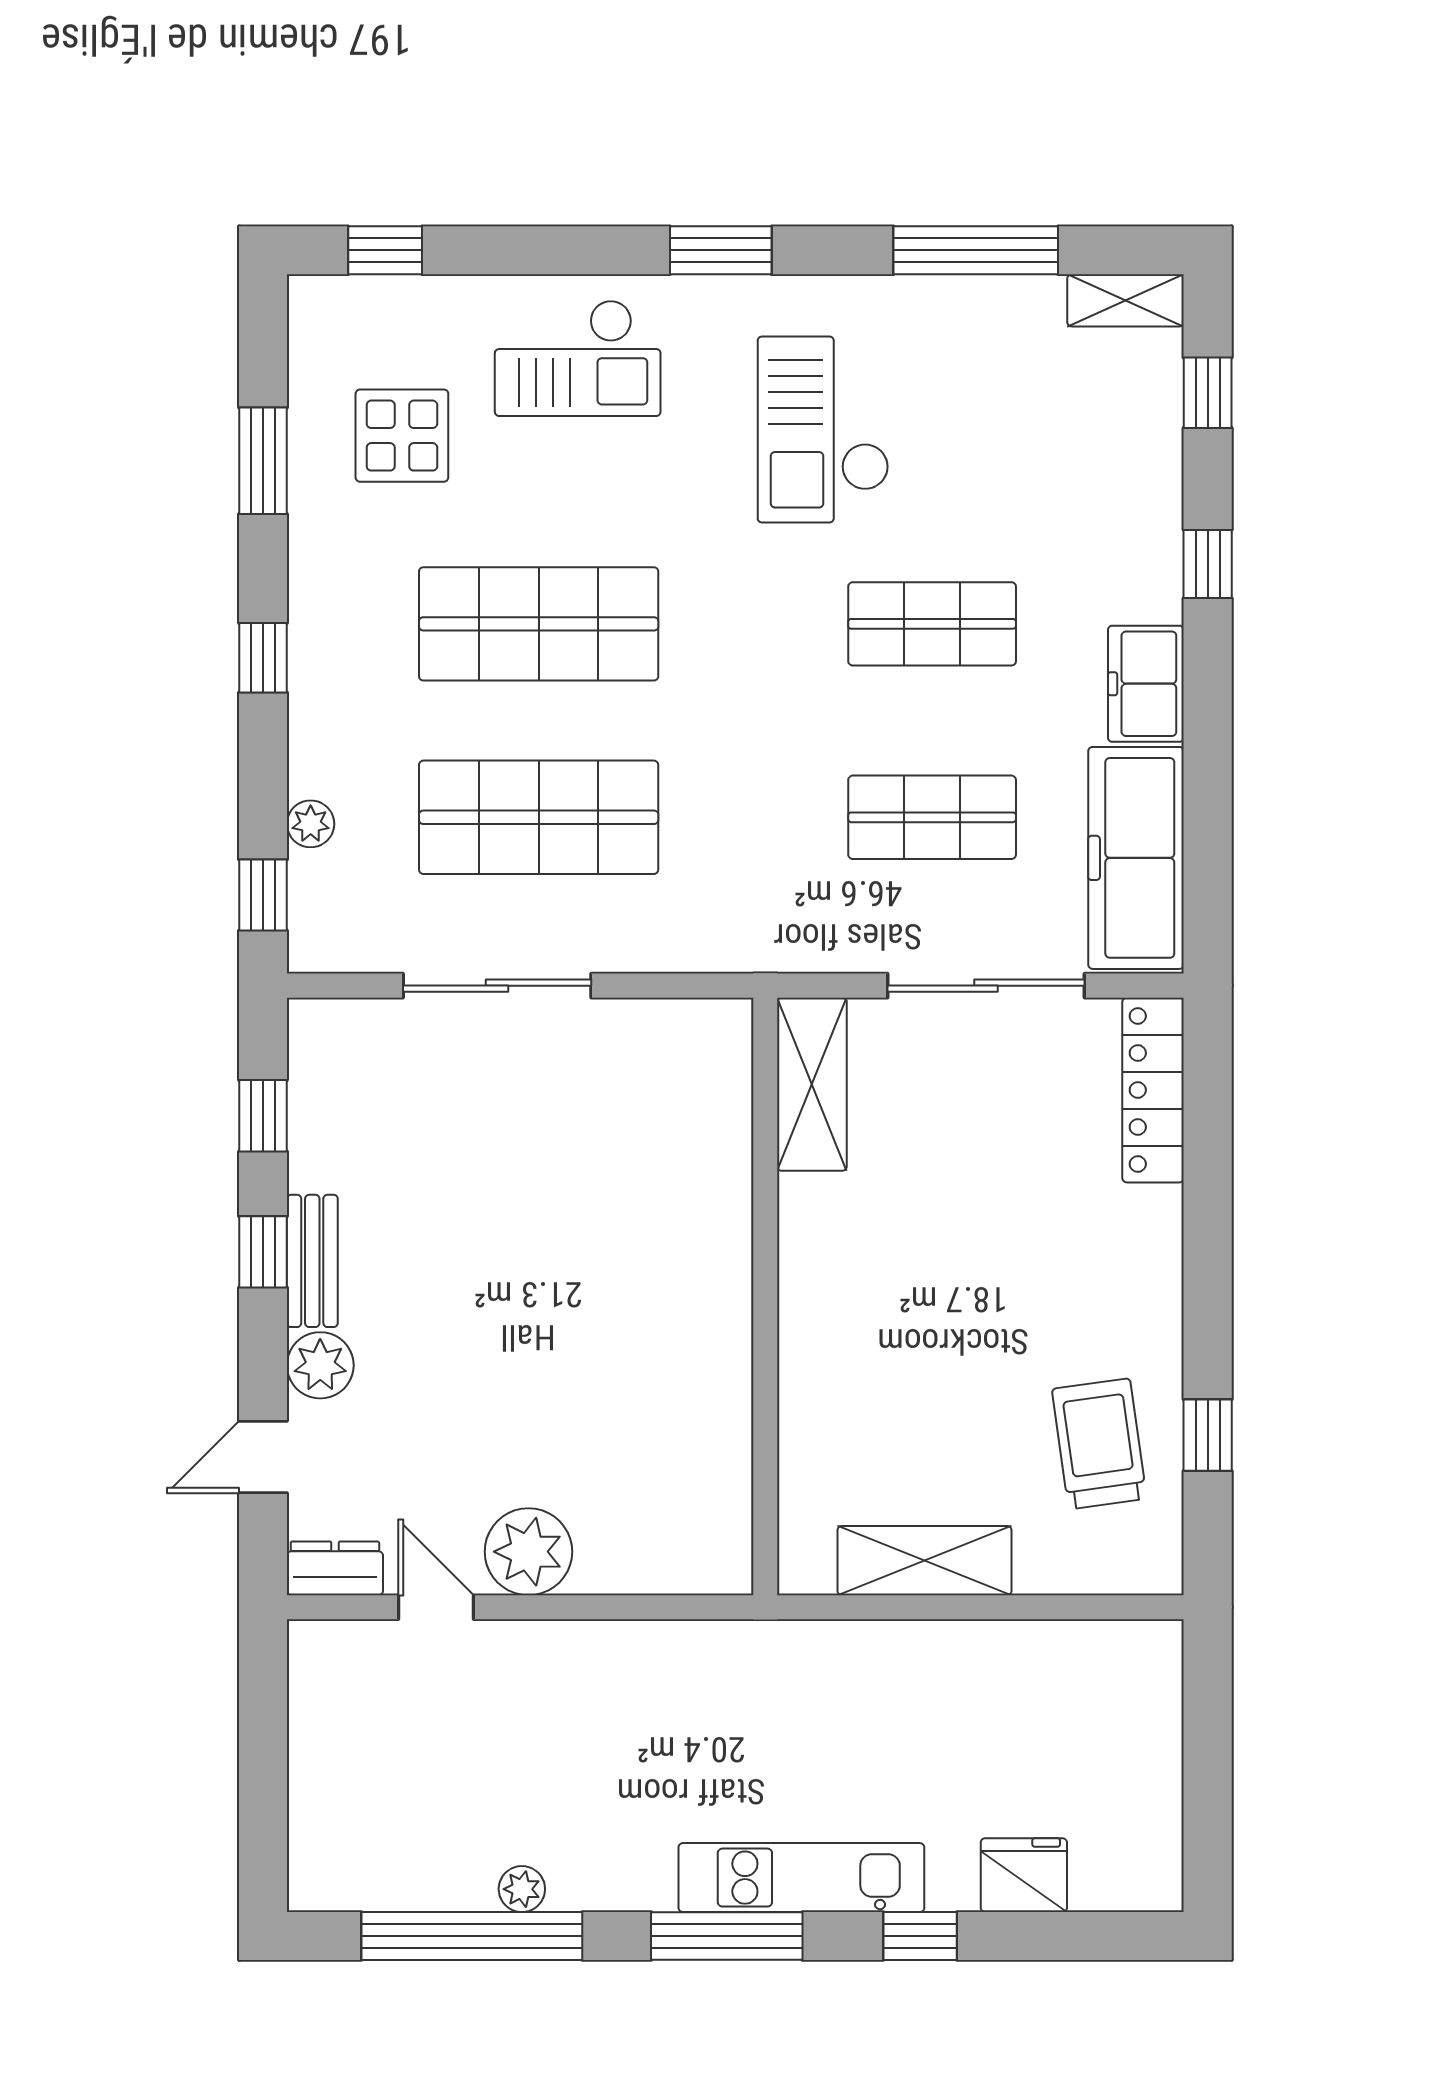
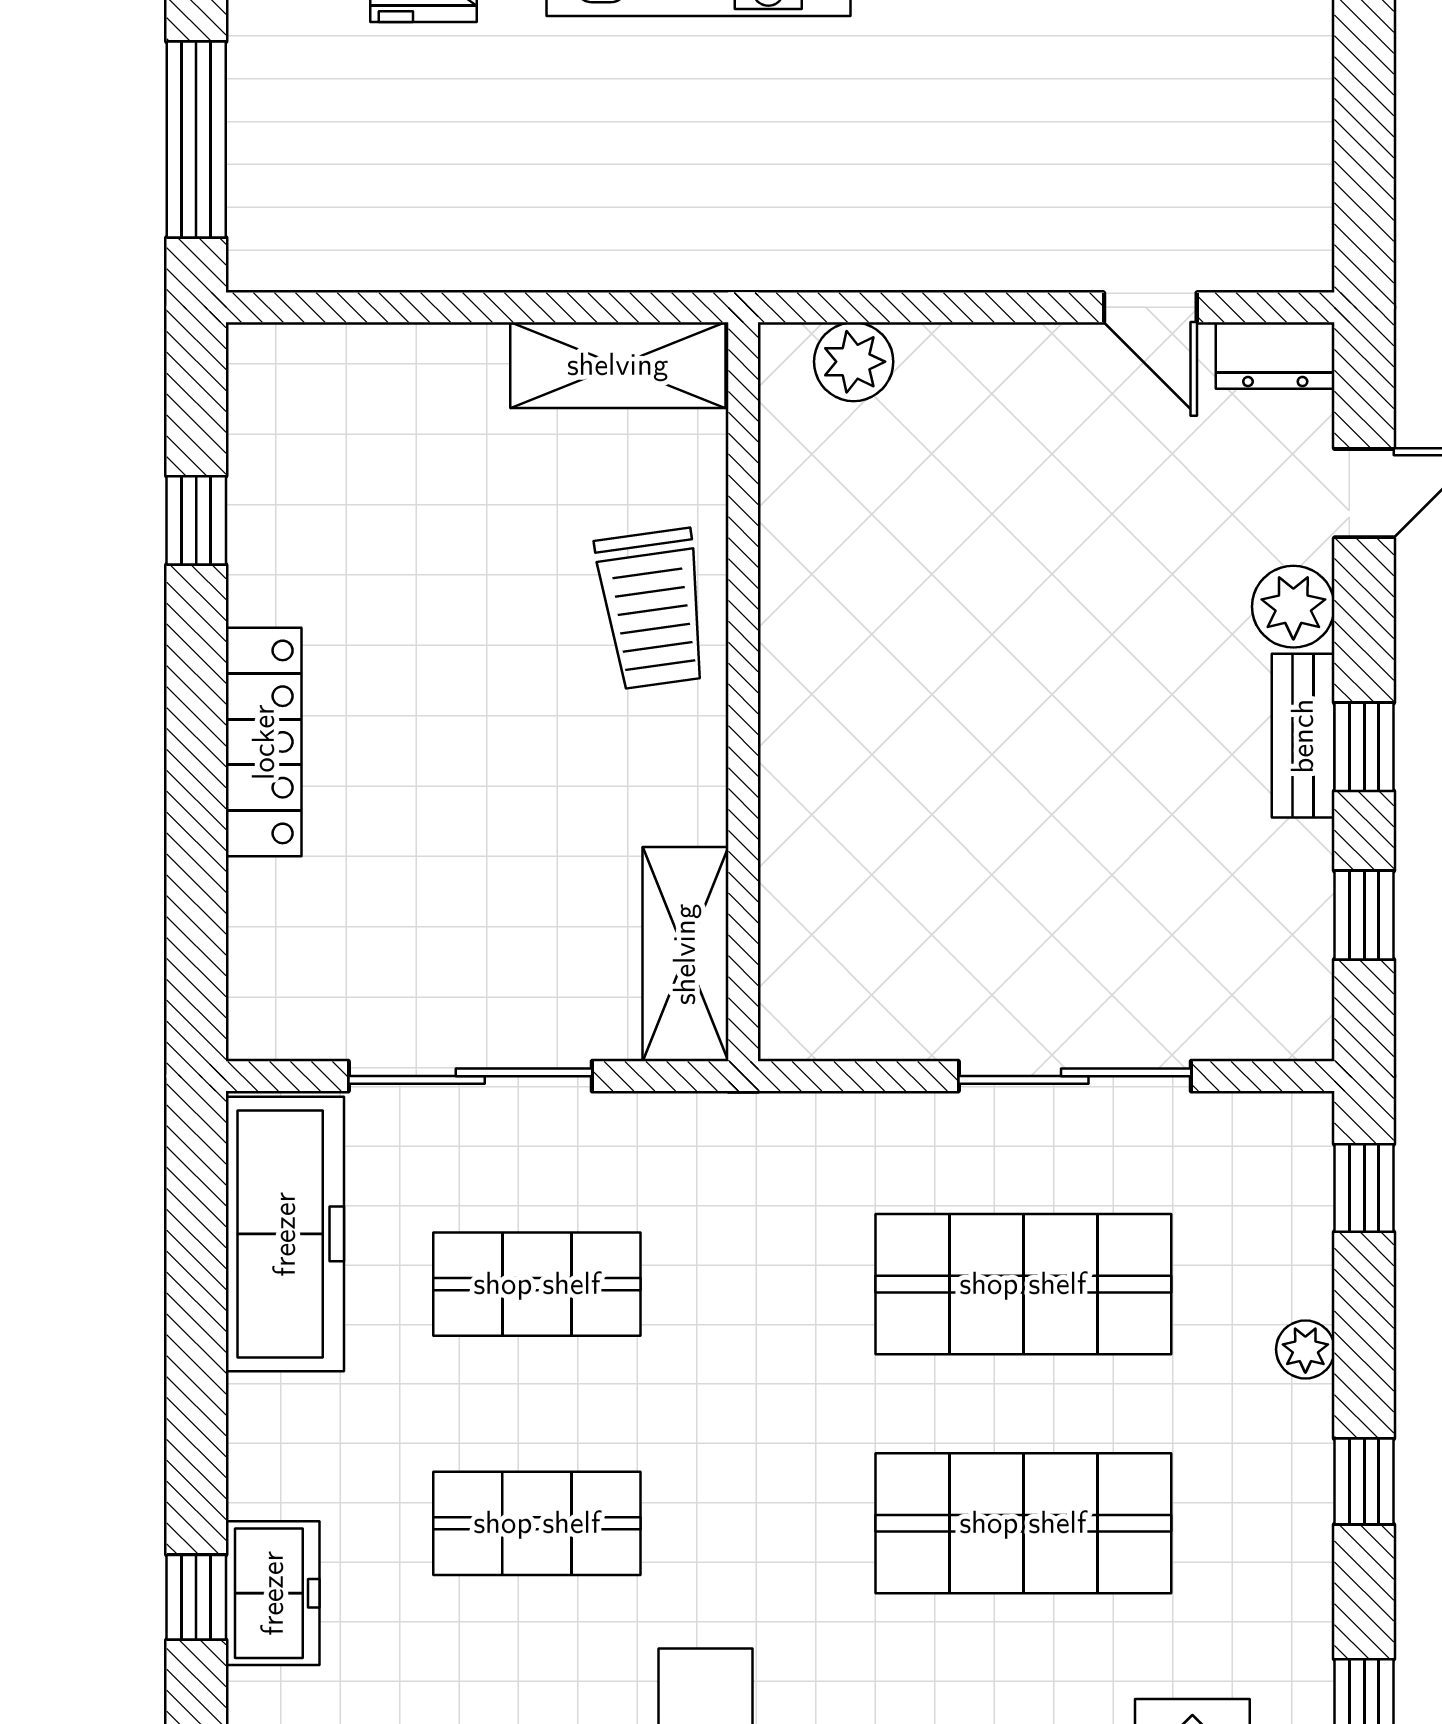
freezer: (1146, 684) -> (273, 1593), moved
plant: (311, 824) -> (1305, 1349), moved
locker: (1153, 1090) -> (264, 742), moved
trolley: (1099, 1444) -> (652, 609), moved
plant: (528, 1552) -> (854, 362), moved, width x0.73, depth x0.73
shelving: (924, 1561) -> (618, 365), moved
window: (1208, 1743) -> (196, 140), added

